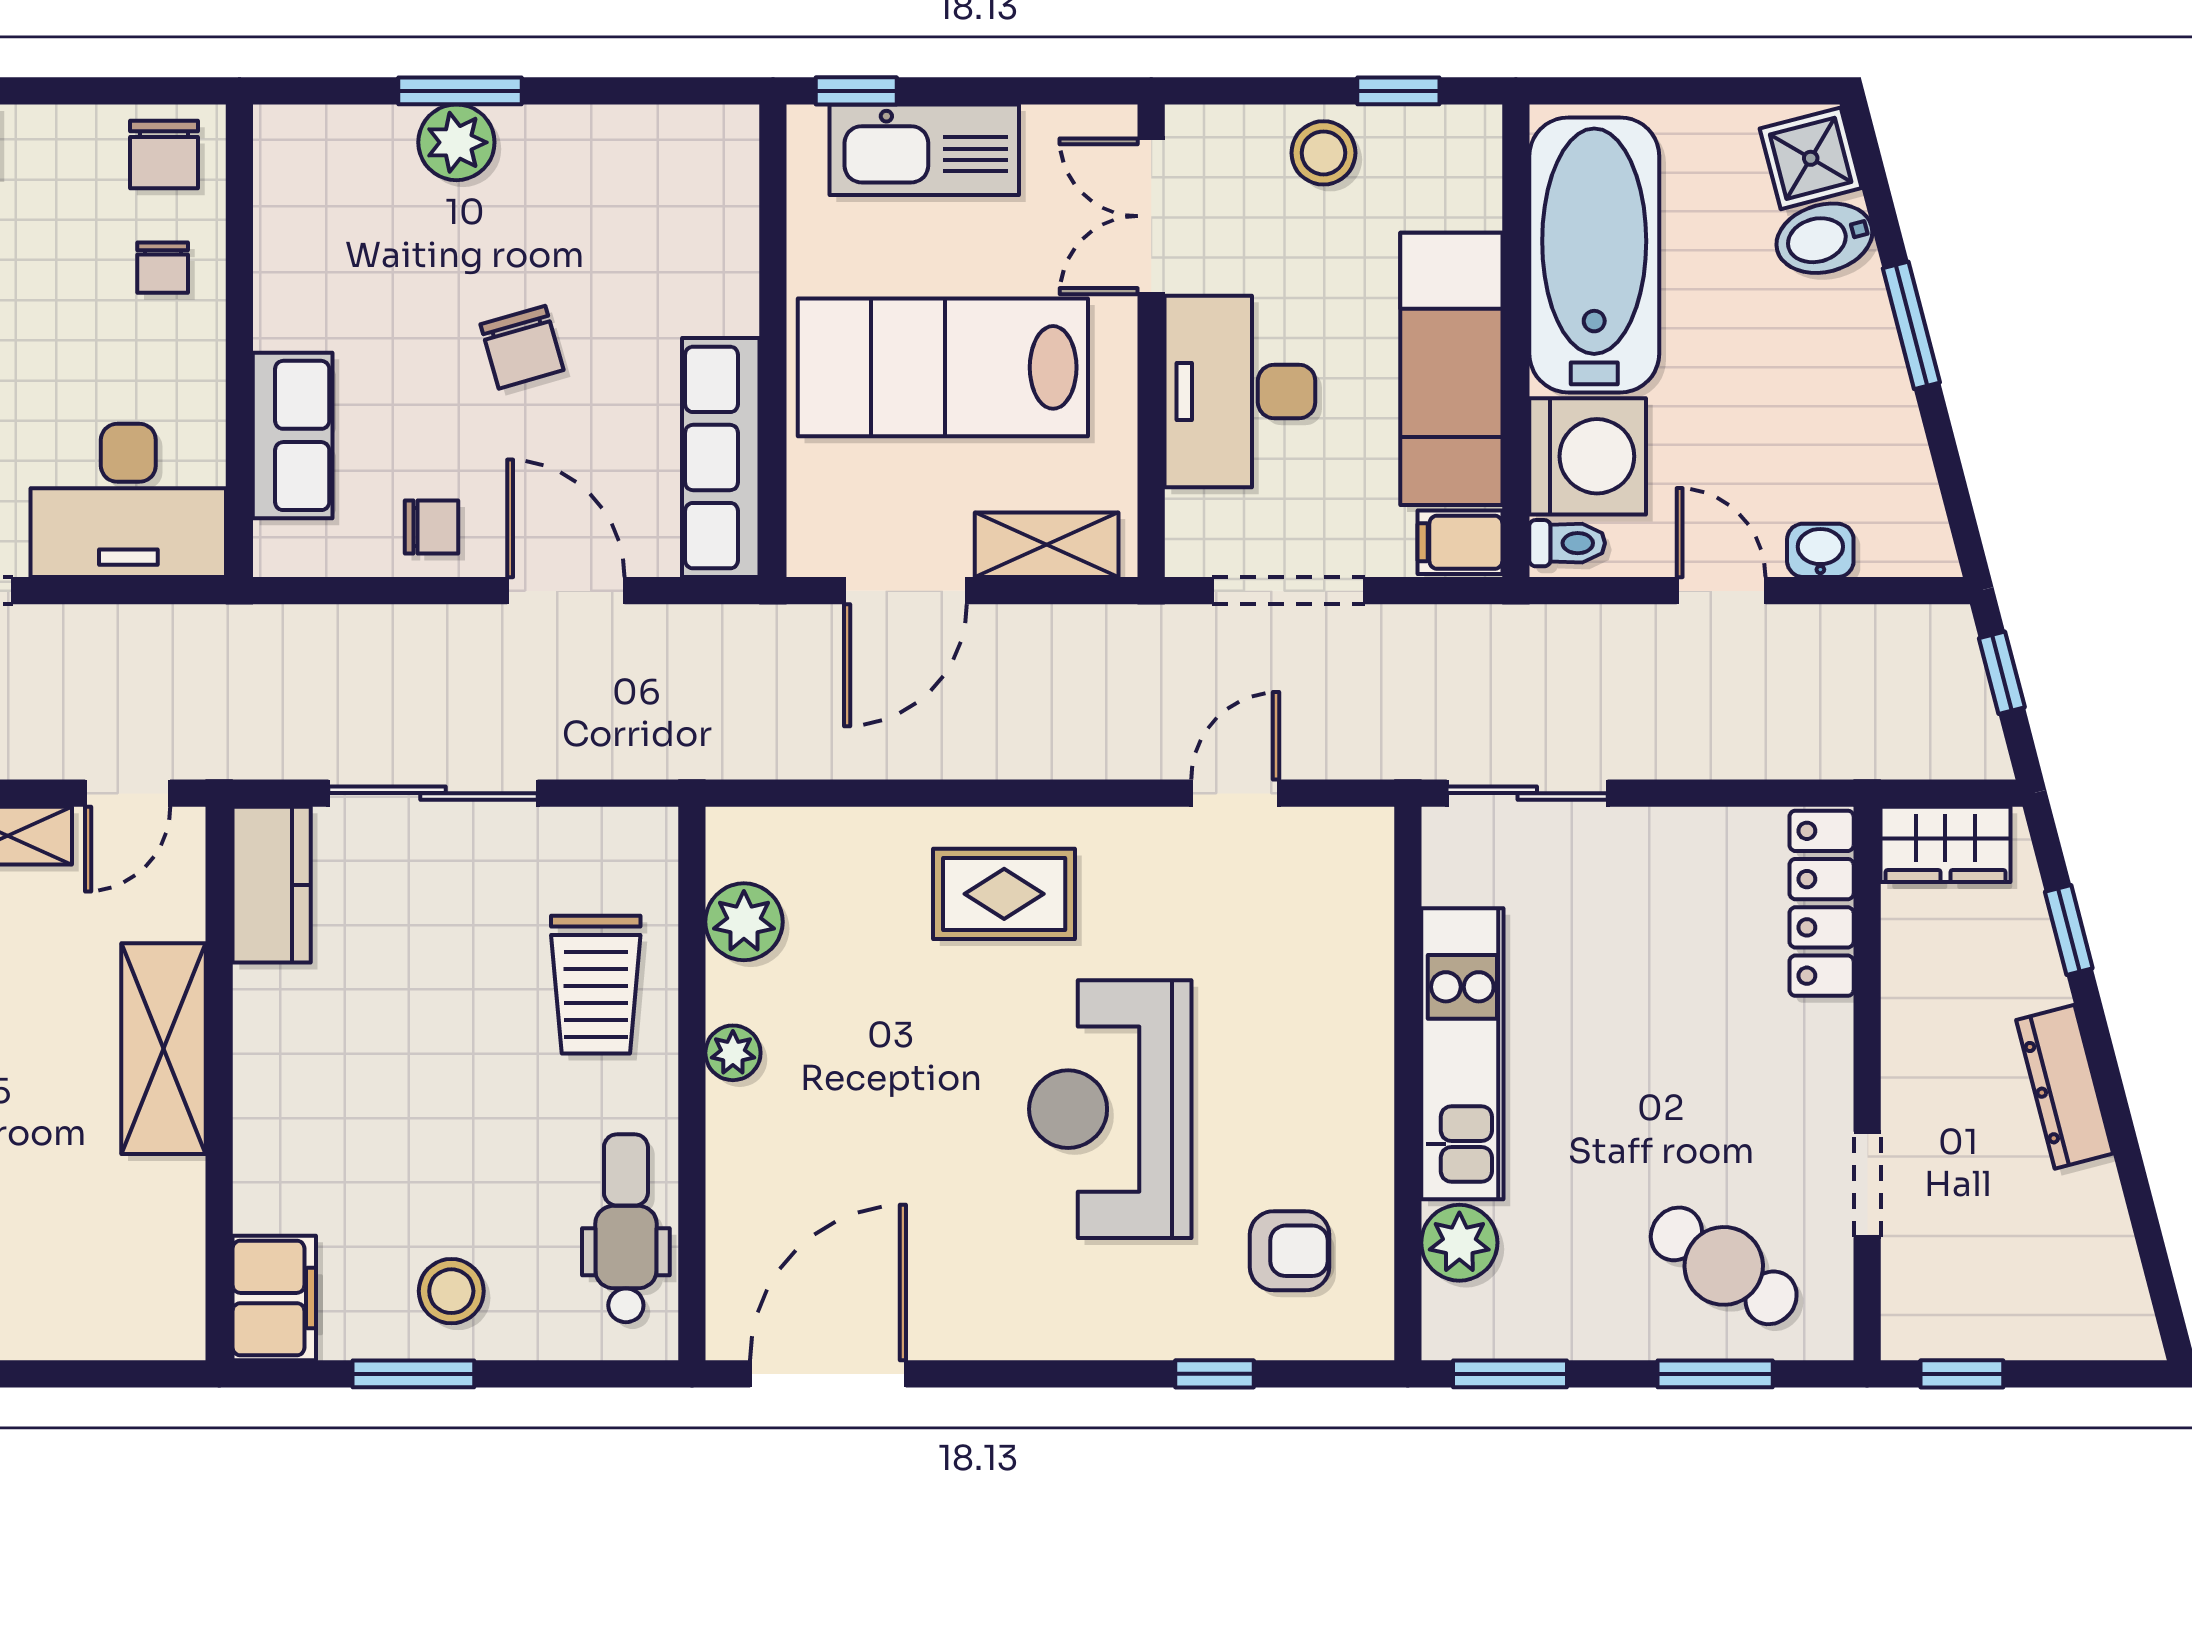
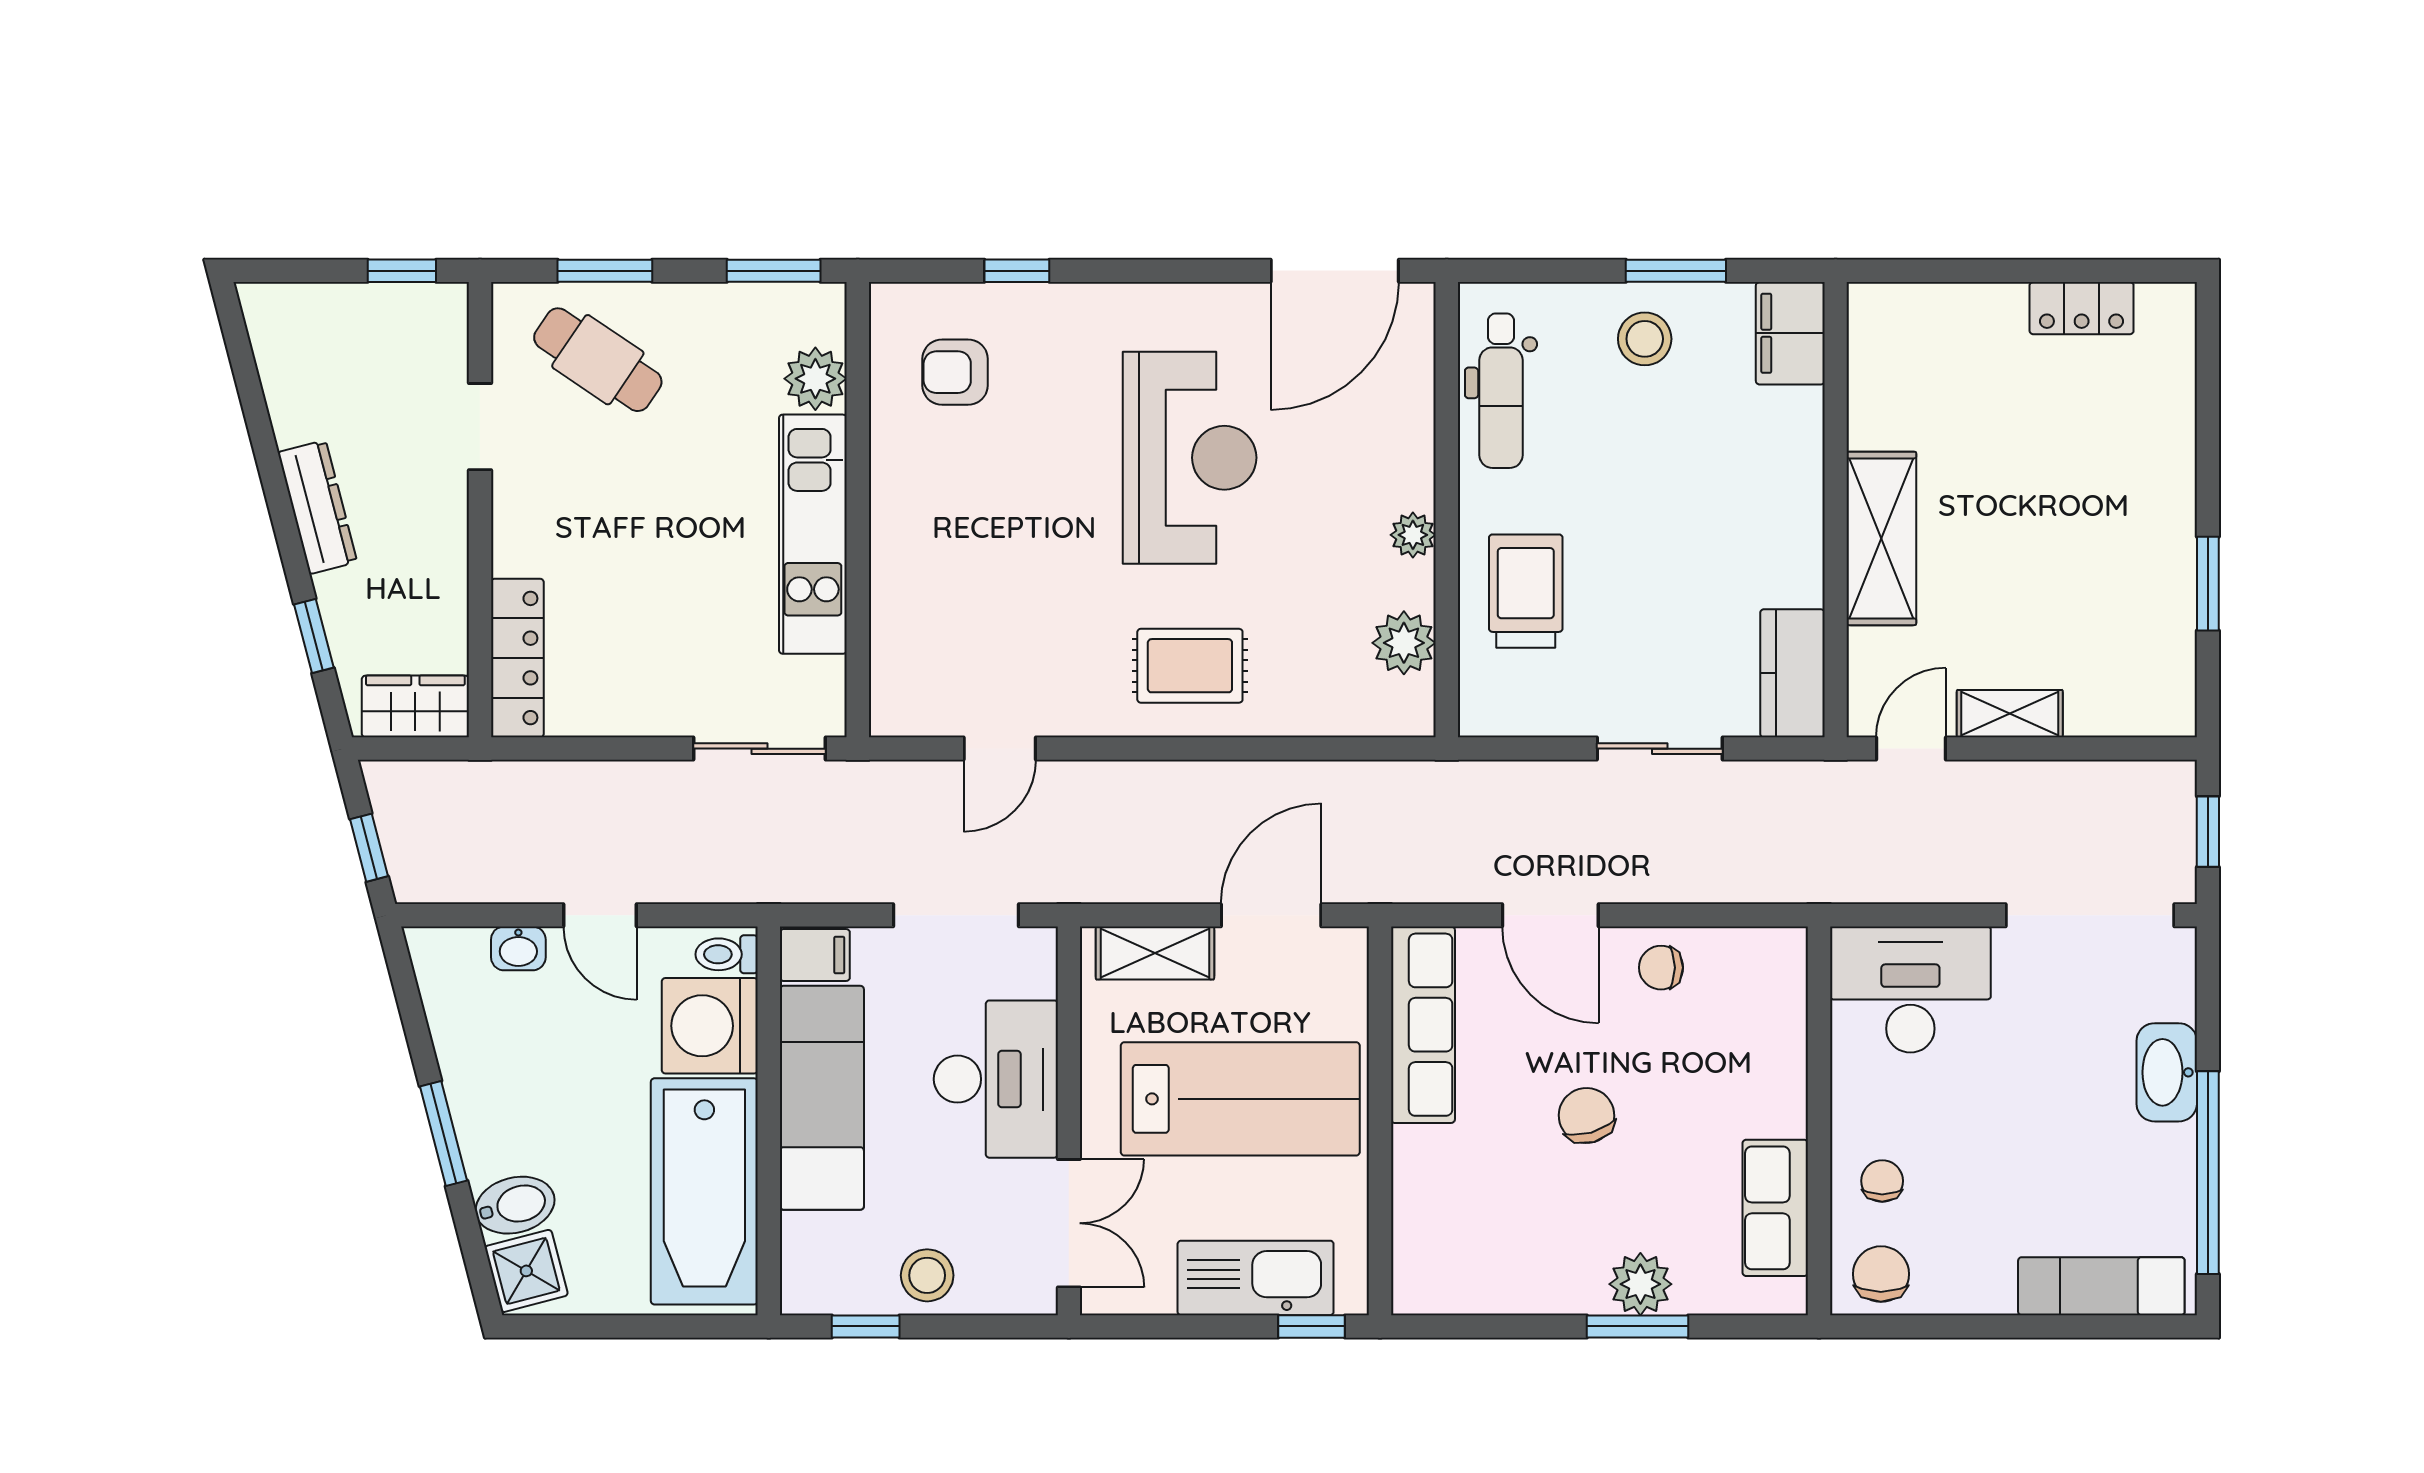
row of seats: (293, 435) -> (1775, 1208), moved
sliding door: (433, 793) -> (1660, 749), width x0.73
reception desk: (1110, 1109) -> (1190, 458), moved

